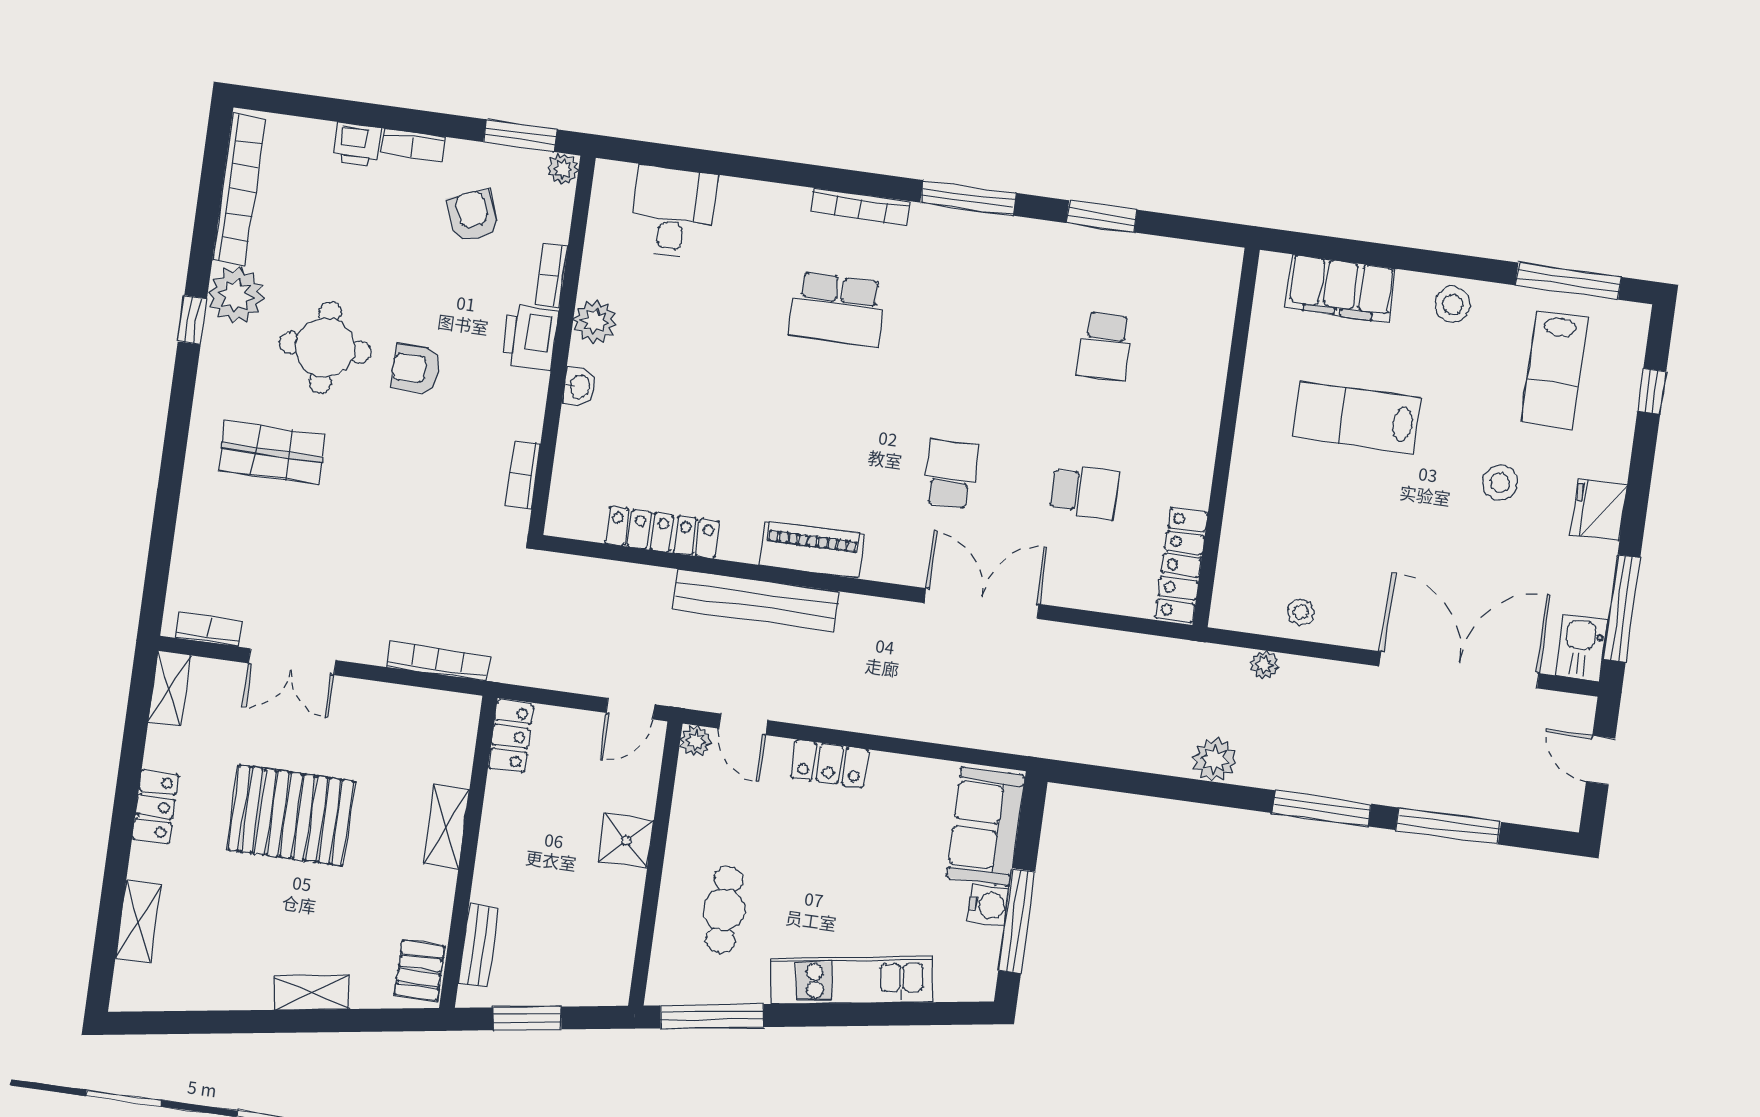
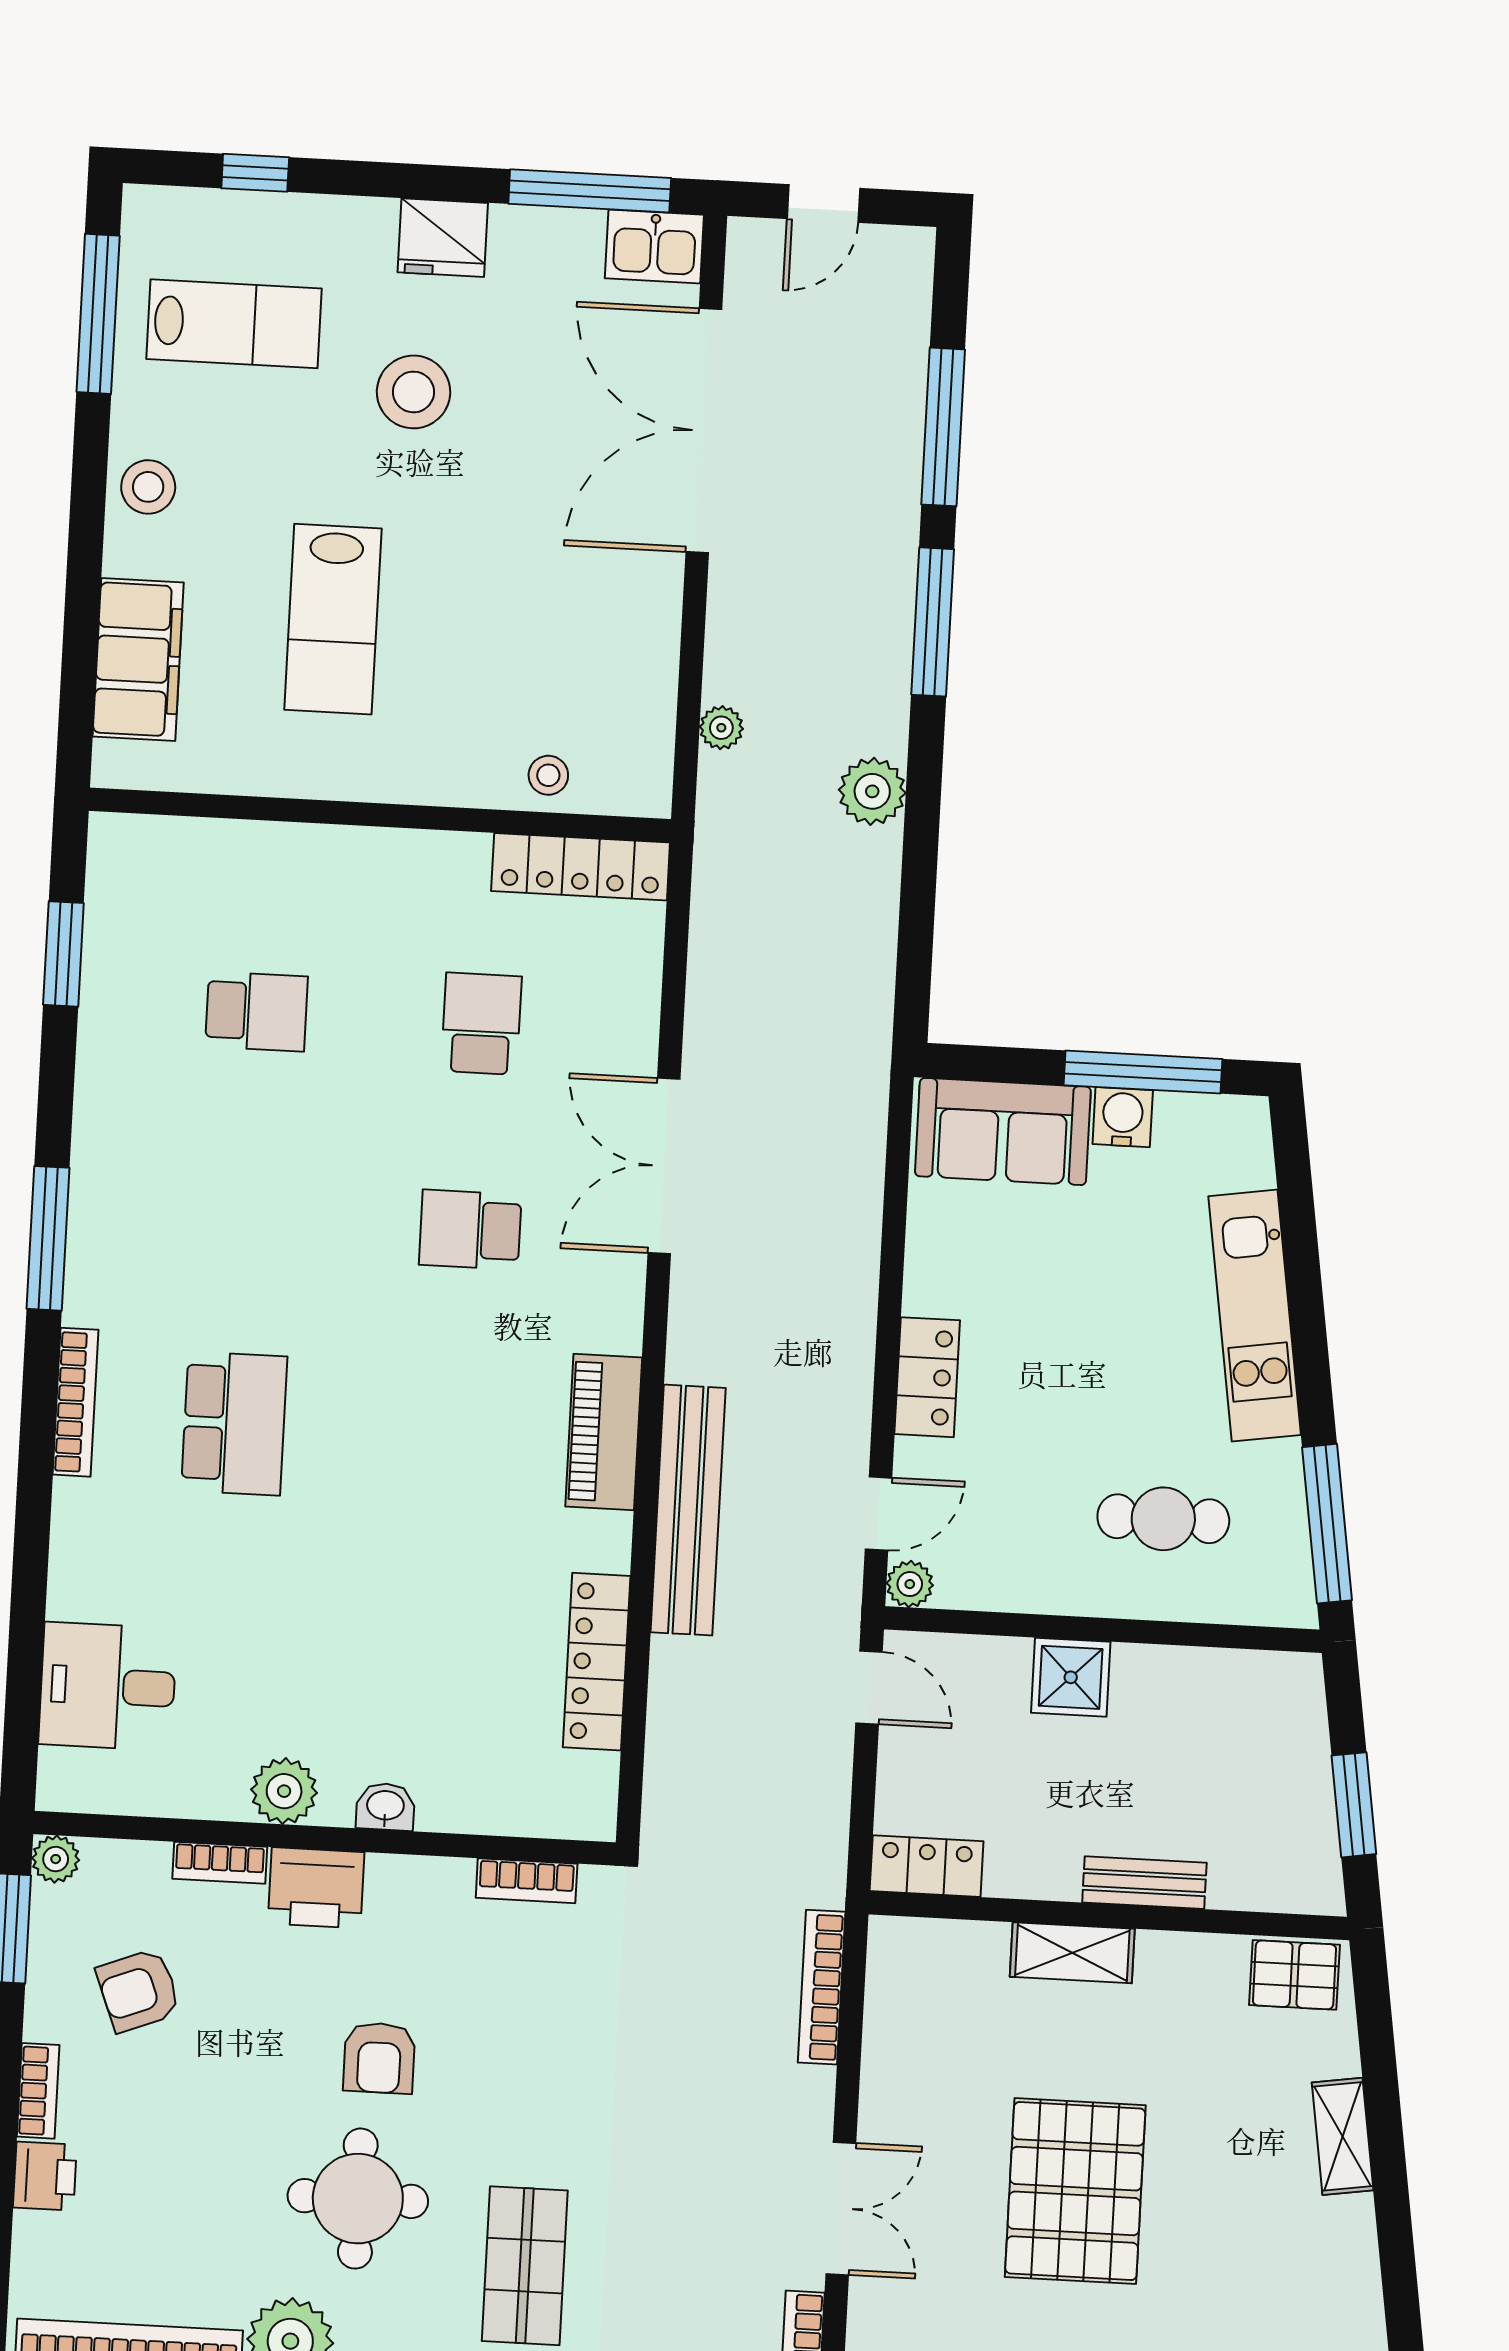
window: (1102, 216) -> (63, 954), moved
stool: (1500, 483) -> (414, 392), width x1.38, depth x1.38
stool: (1301, 612) -> (548, 775), moved
bench: (479, 946) -> (1144, 1883), moved

